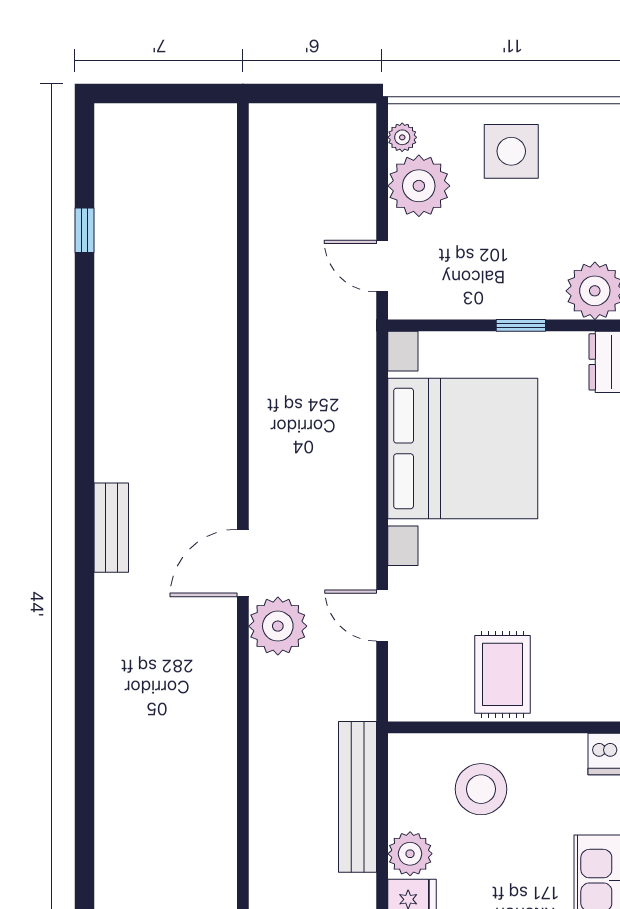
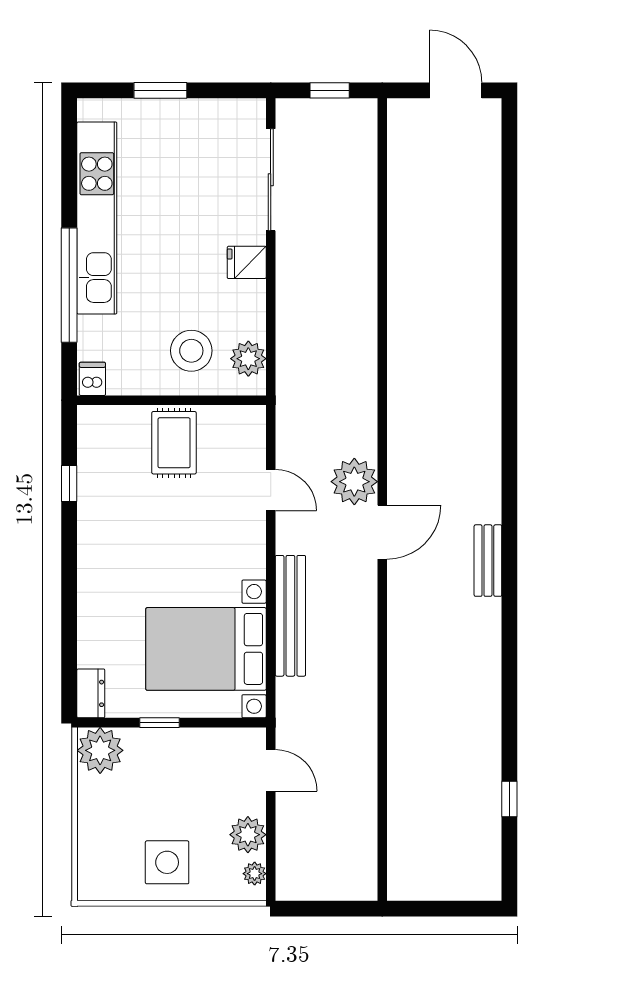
plant: (419, 186) -> (248, 835), width x0.73, depth x0.73
bed with nightstands: (463, 448) -> (206, 649), width x0.73
bench: (357, 797) -> (290, 616), moved
plant: (410, 854) -> (248, 359), moved

